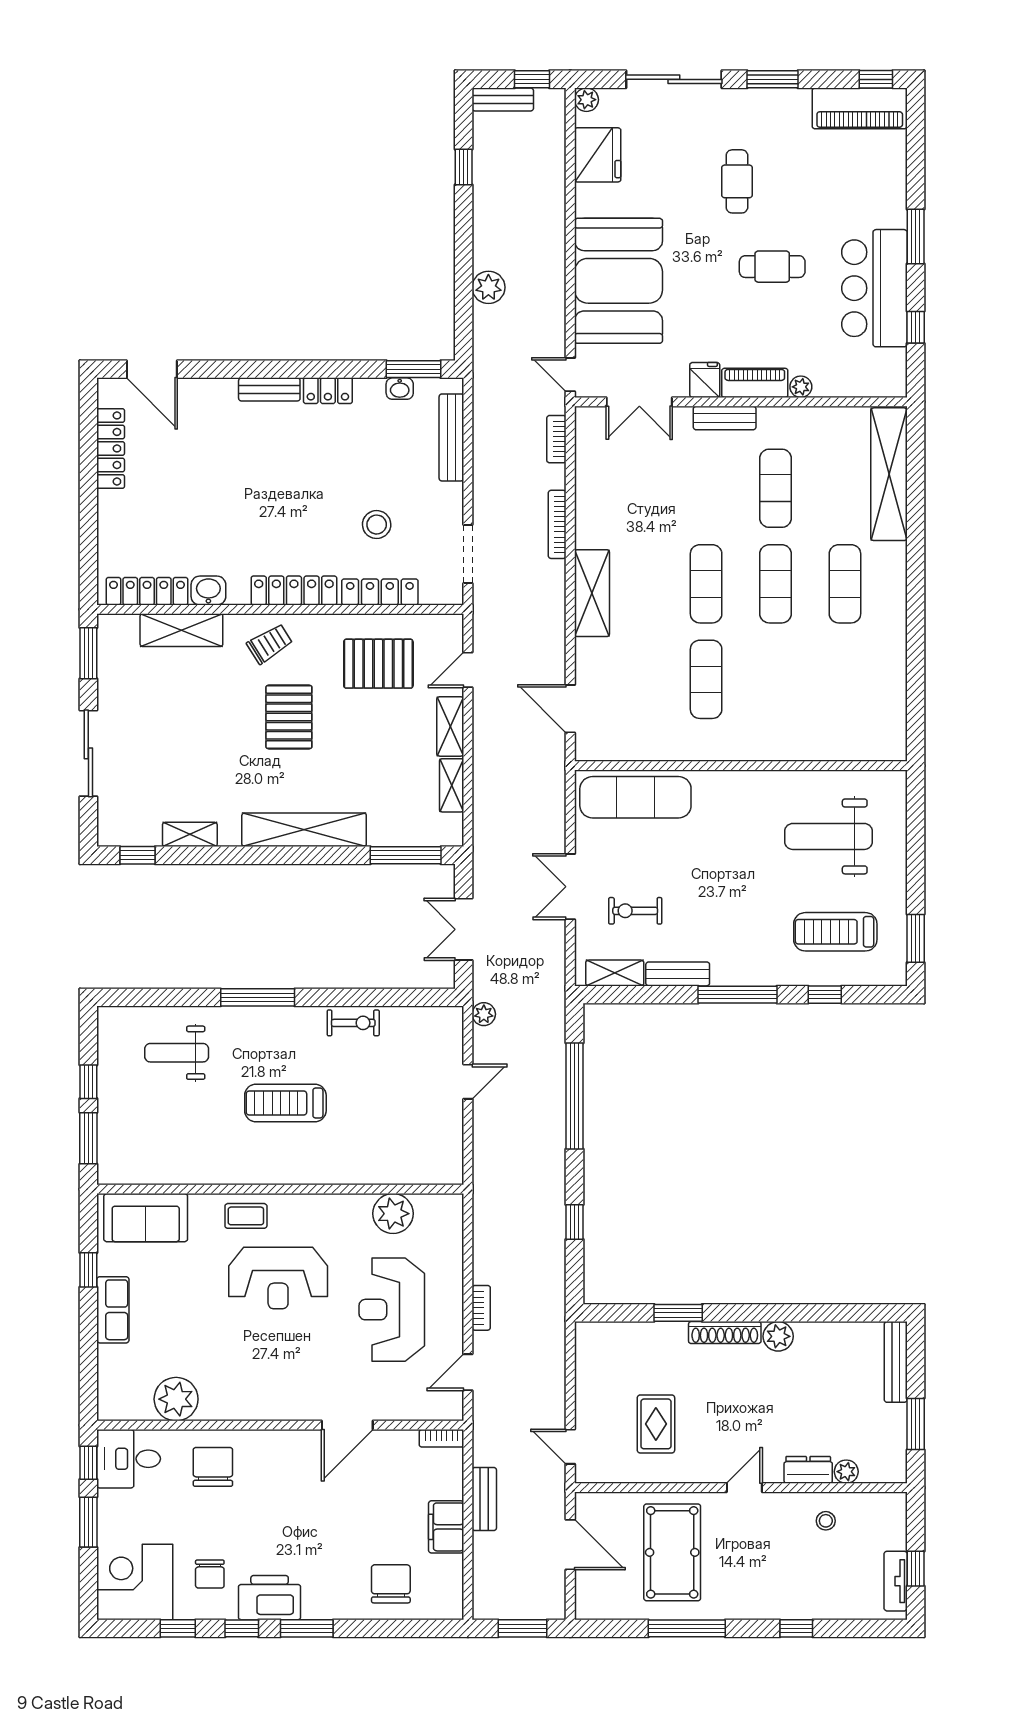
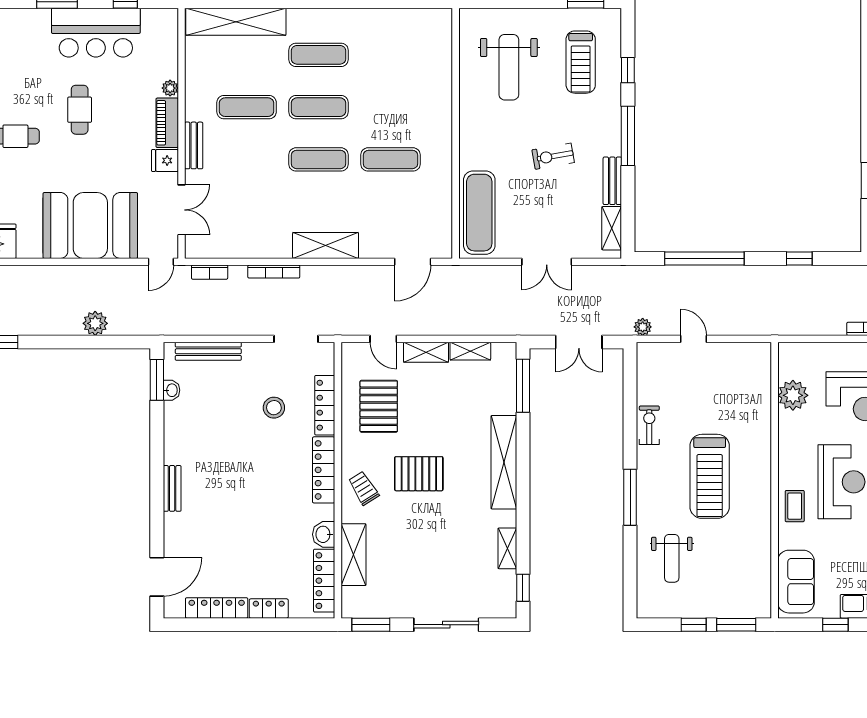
locker: (328, 391) -> (269, 608), moved, turned -90
exercise bike: (635, 911) -> (553, 156), moved, turned 80
treadmill: (285, 1103) -> (710, 476), width x1.37, depth x1.38

